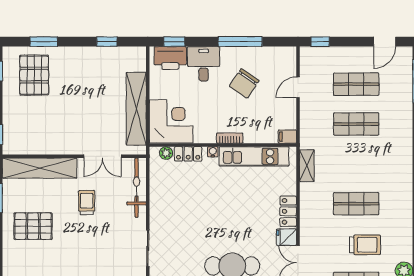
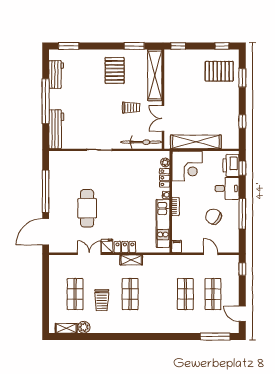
shelving: (307, 166) -> (131, 260), moved

